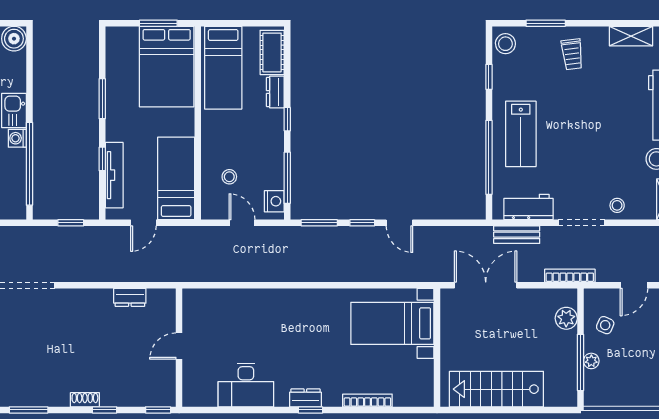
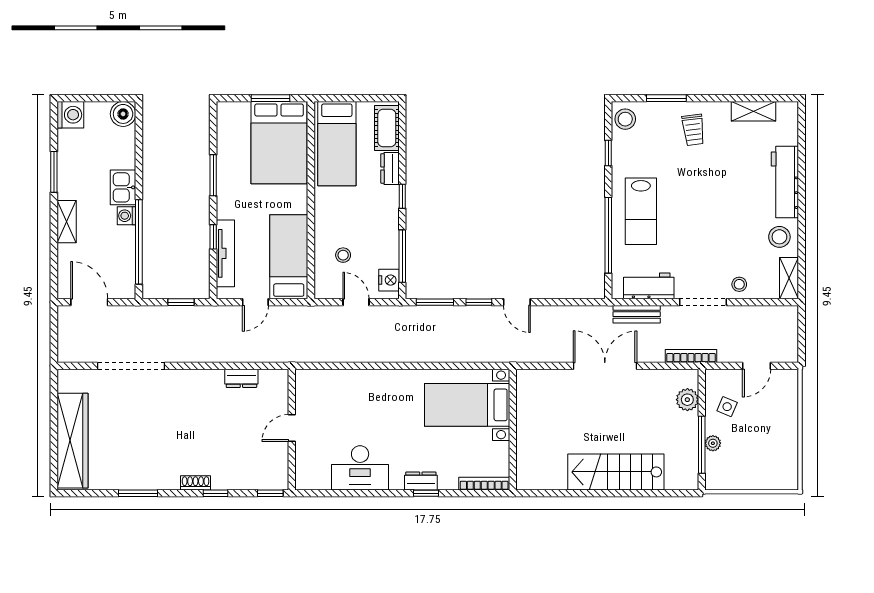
bed with nightstands: (392, 323) -> (467, 405), moved
wall: (437, 348) -> (513, 430), moved

